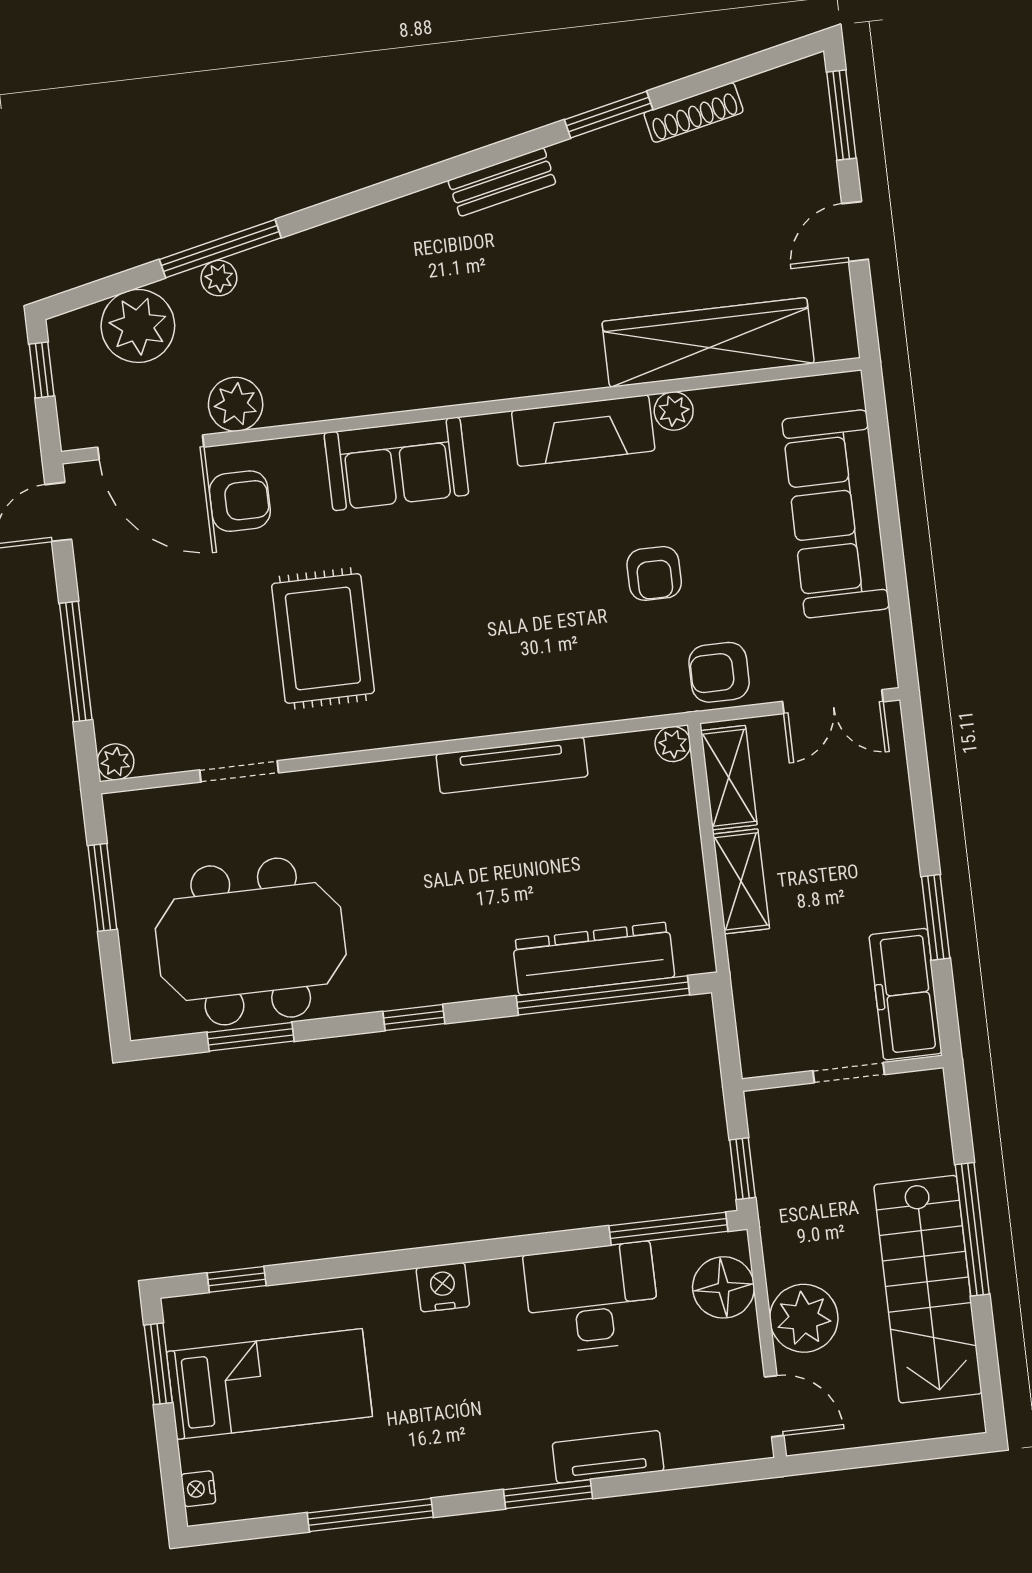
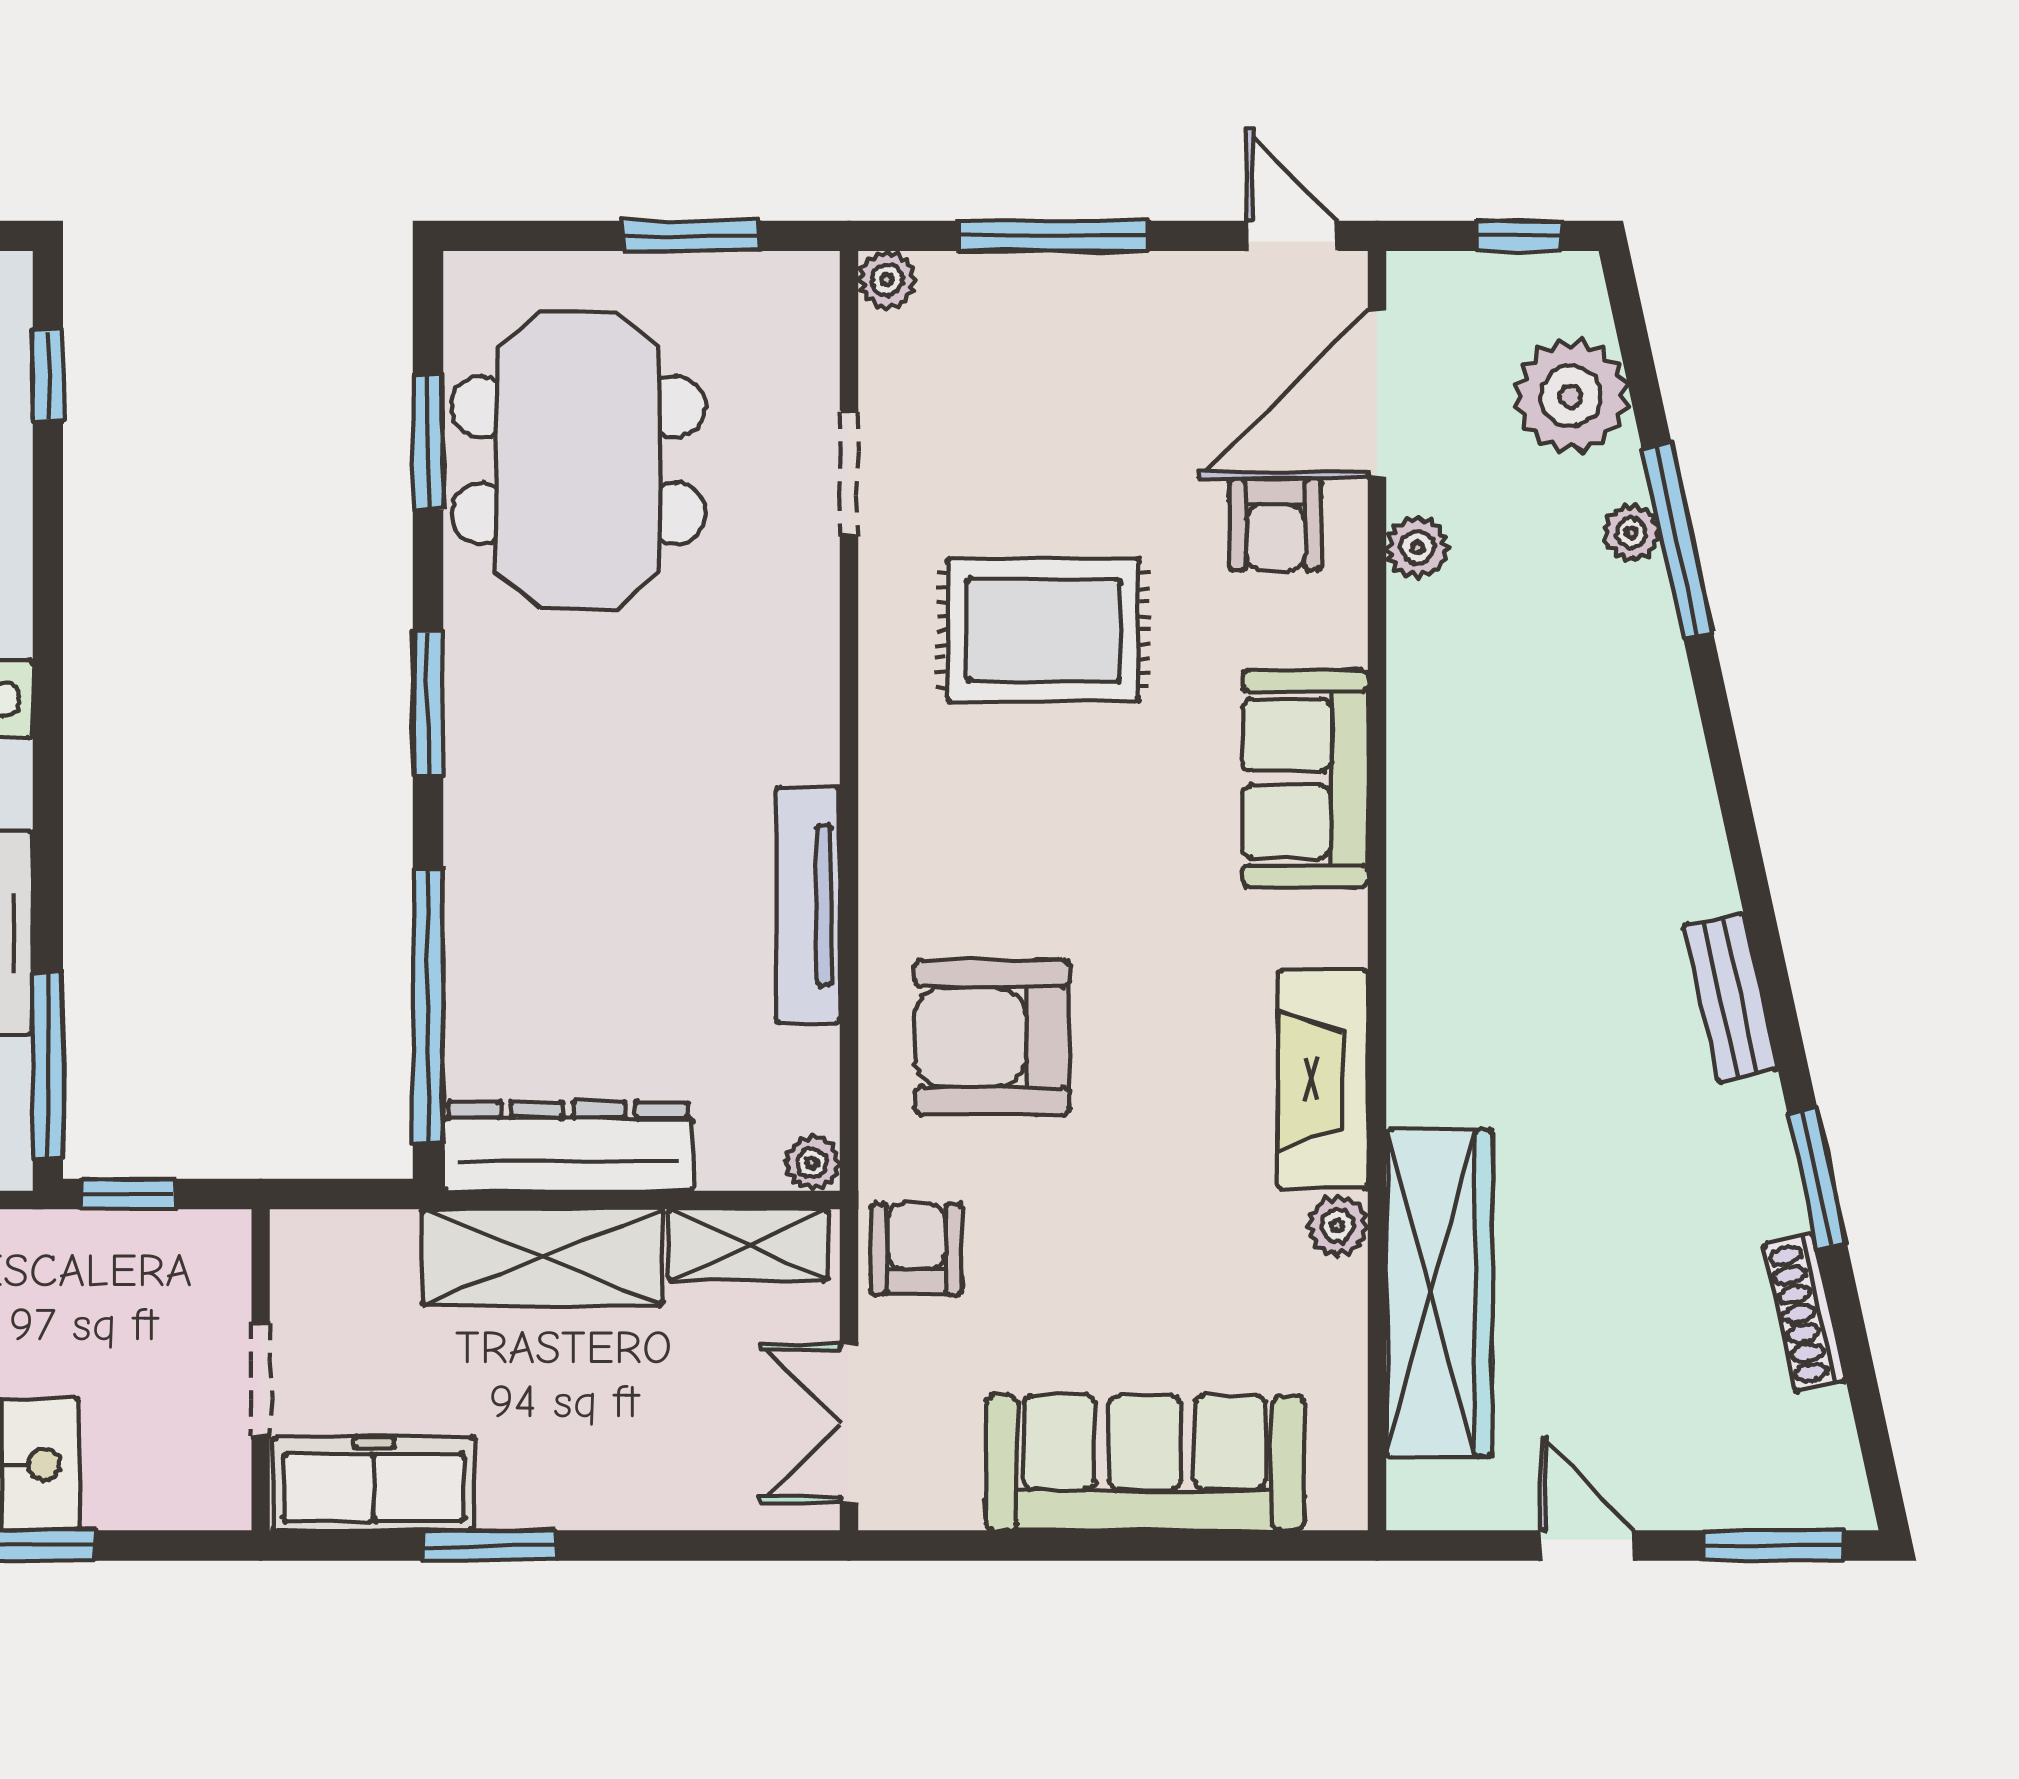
plant: (236, 404) -> (1417, 547), width x0.73, depth x0.73
armchair: (654, 573) -> (992, 1037), moved, width x1.88, depth x1.88
shelving: (741, 881) -> (542, 1257), width x1.50, depth x1.33
dresser: (594, 959) -> (568, 1146), moved, turned -90
window: (414, 1018) -> (428, 703), width x1.50

